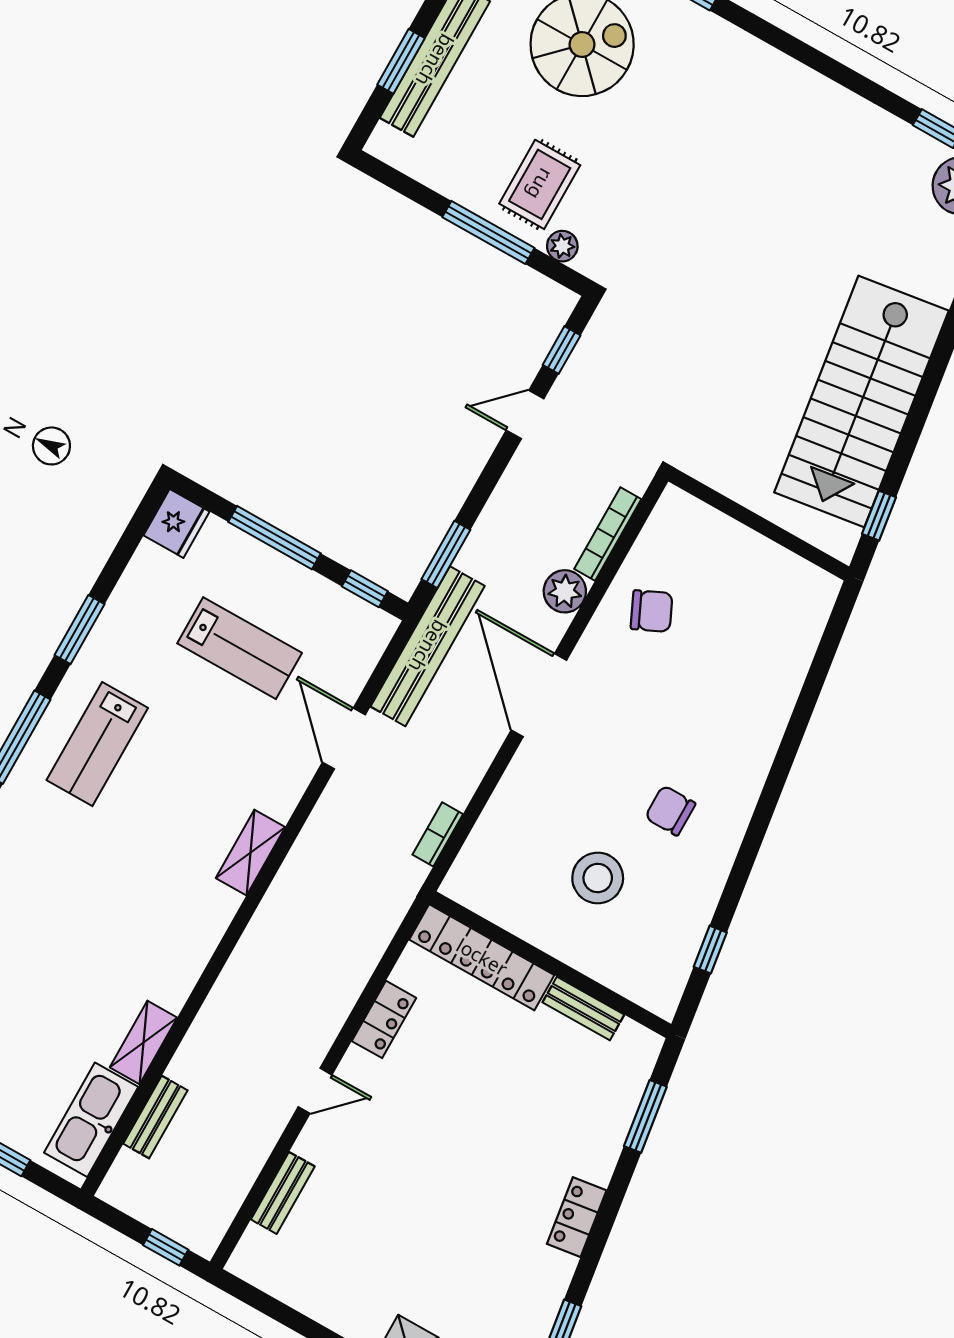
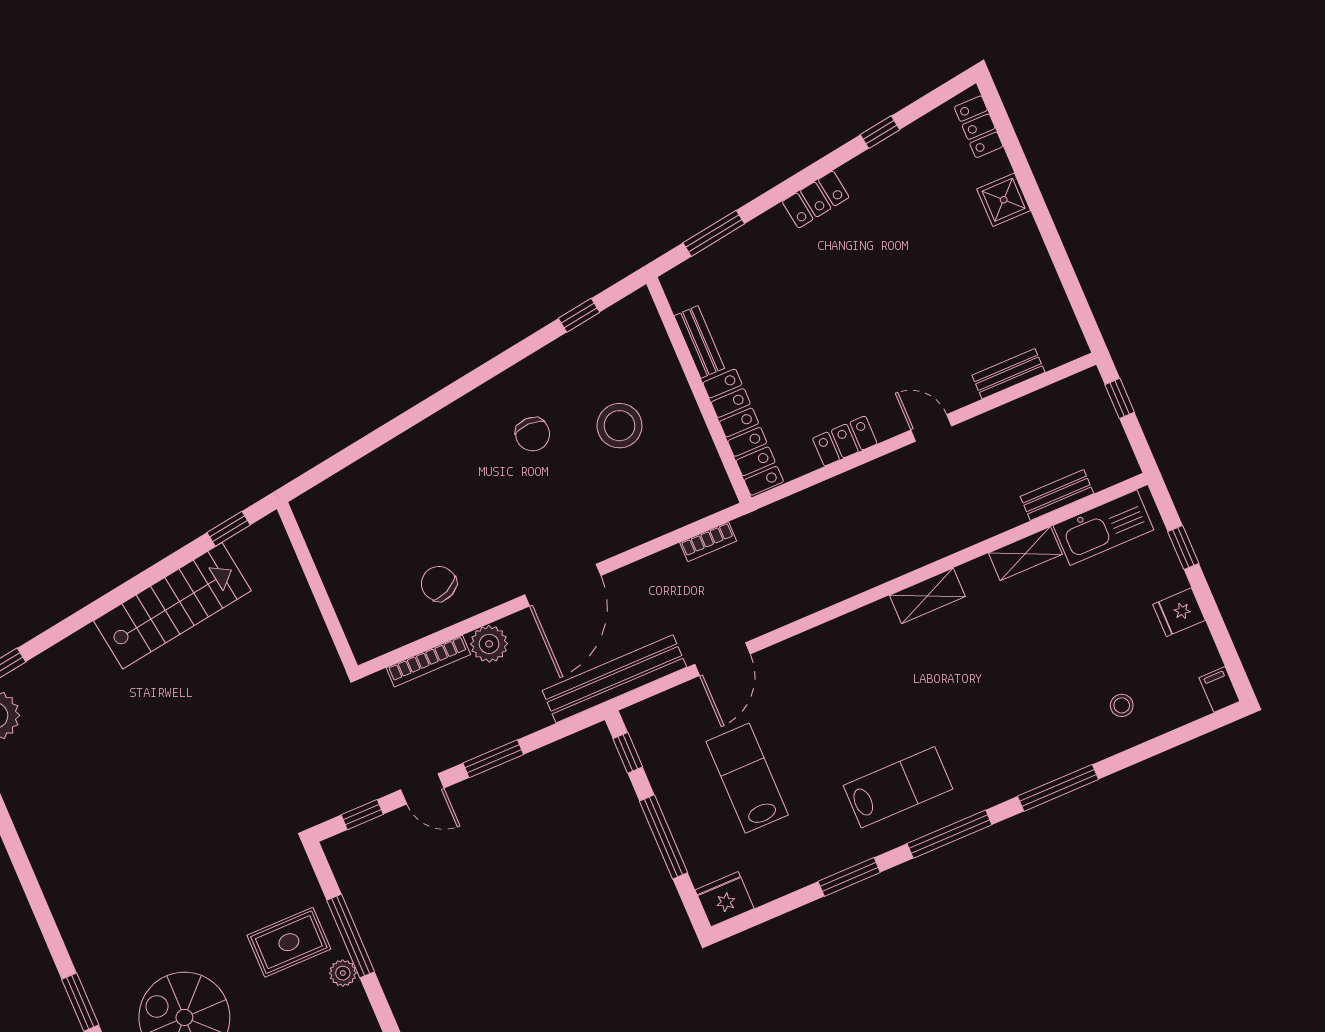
plant: (562, 246) -> (343, 973), moved
stairs: (861, 401) -> (172, 606), width x0.73, depth x0.66
window: (446, 554) -> (493, 759), moved
shelving: (250, 853) -> (927, 596), moved

